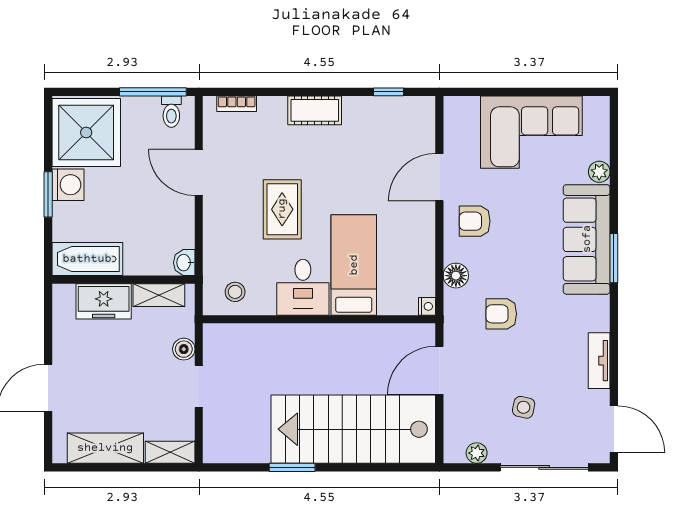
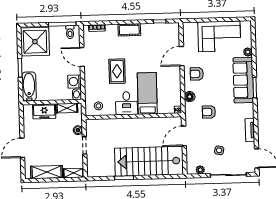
washing machine: (68, 185) -> (75, 82), moved, turned 180
bathtub: (87, 259) -> (29, 86), moved, turned 90

